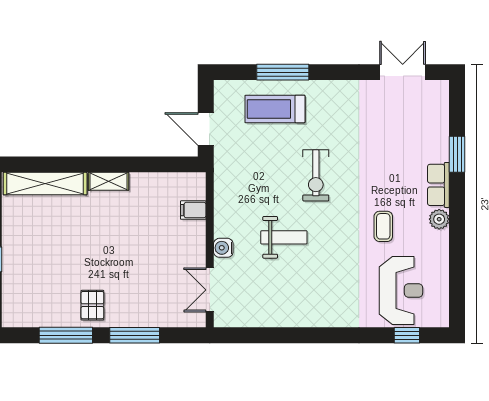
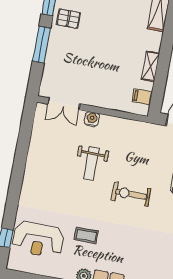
shelving: (109, 181) -> (150, 66), moved
filing cabinet: (193, 210) -> (142, 97), moved, turned -90
double door: (210, 290) -> (64, 104), swing flipped

